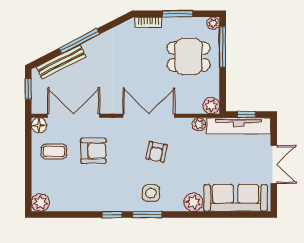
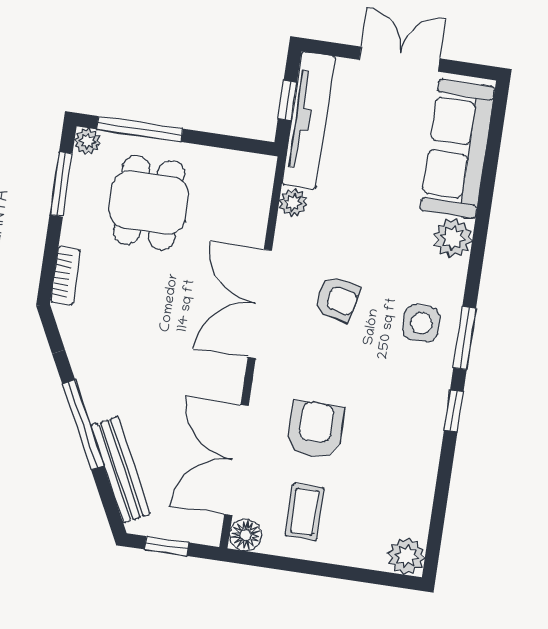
window: (178, 14) -> (61, 184), moved
plant: (211, 106) -> (258, 171), removed

